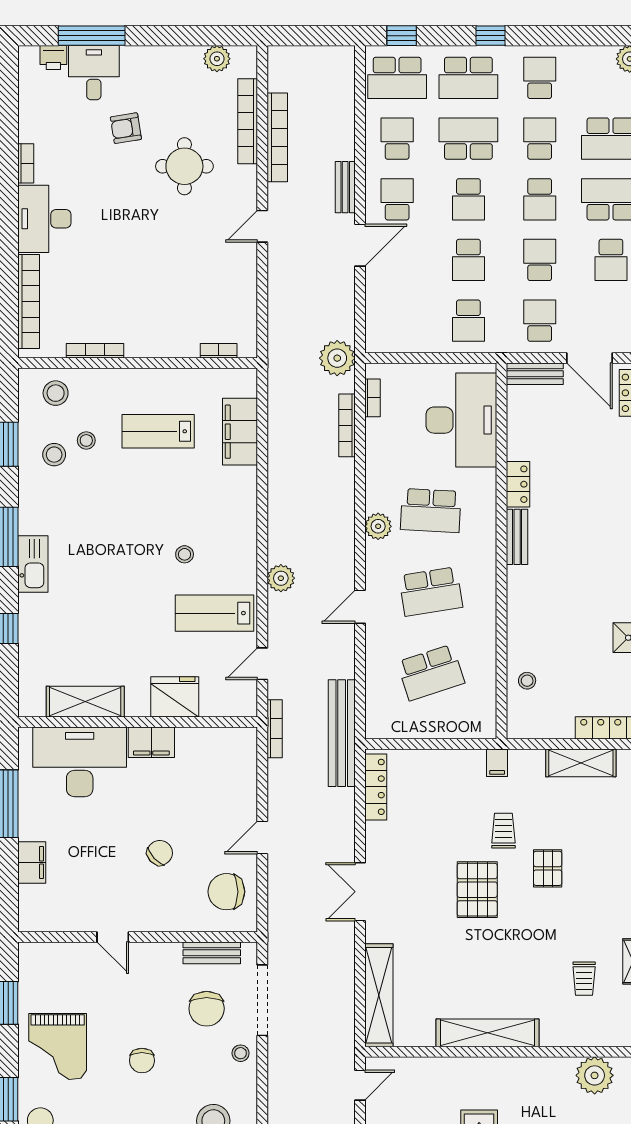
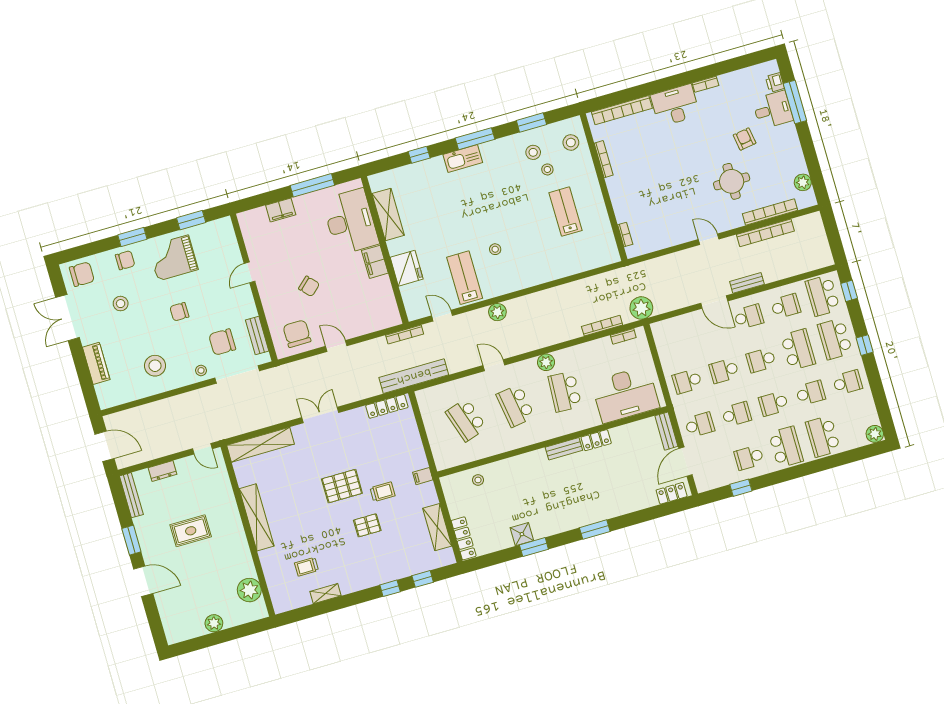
filing cabinet: (240, 432) -> (580, 262), removed

